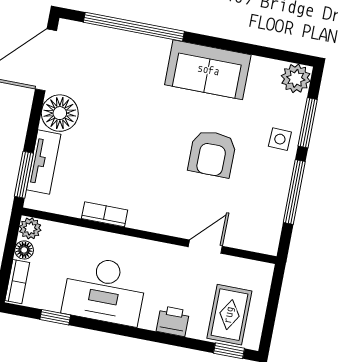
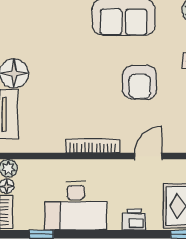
bookcase: (105, 214) -> (93, 146), moved, width x1.56

